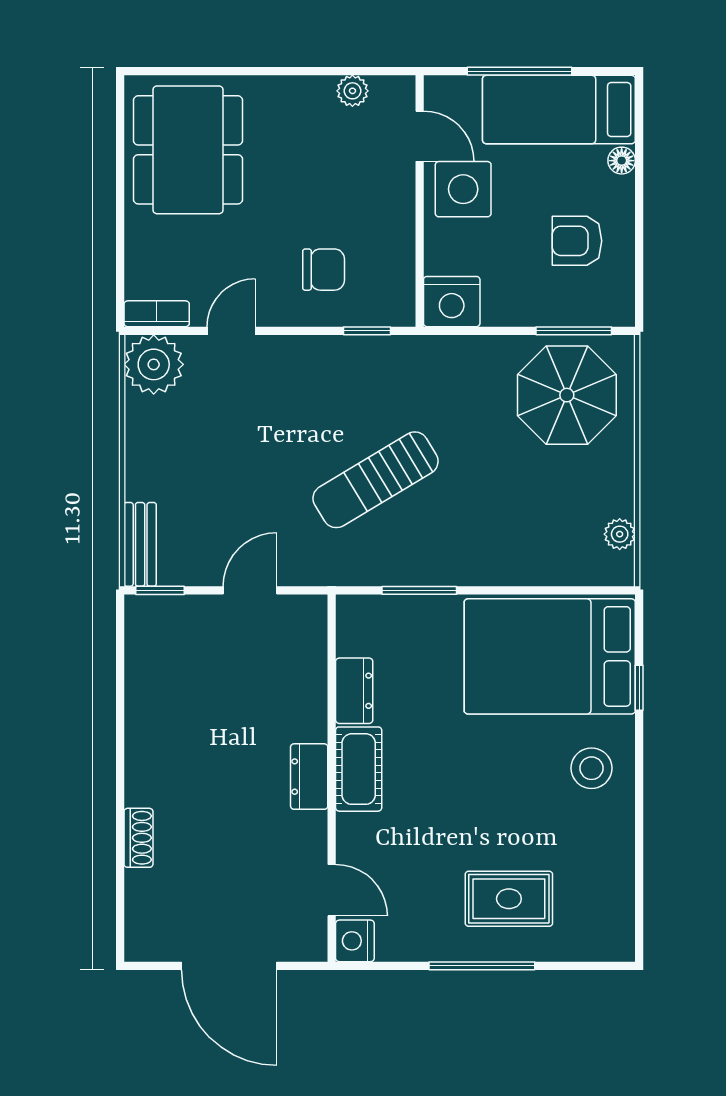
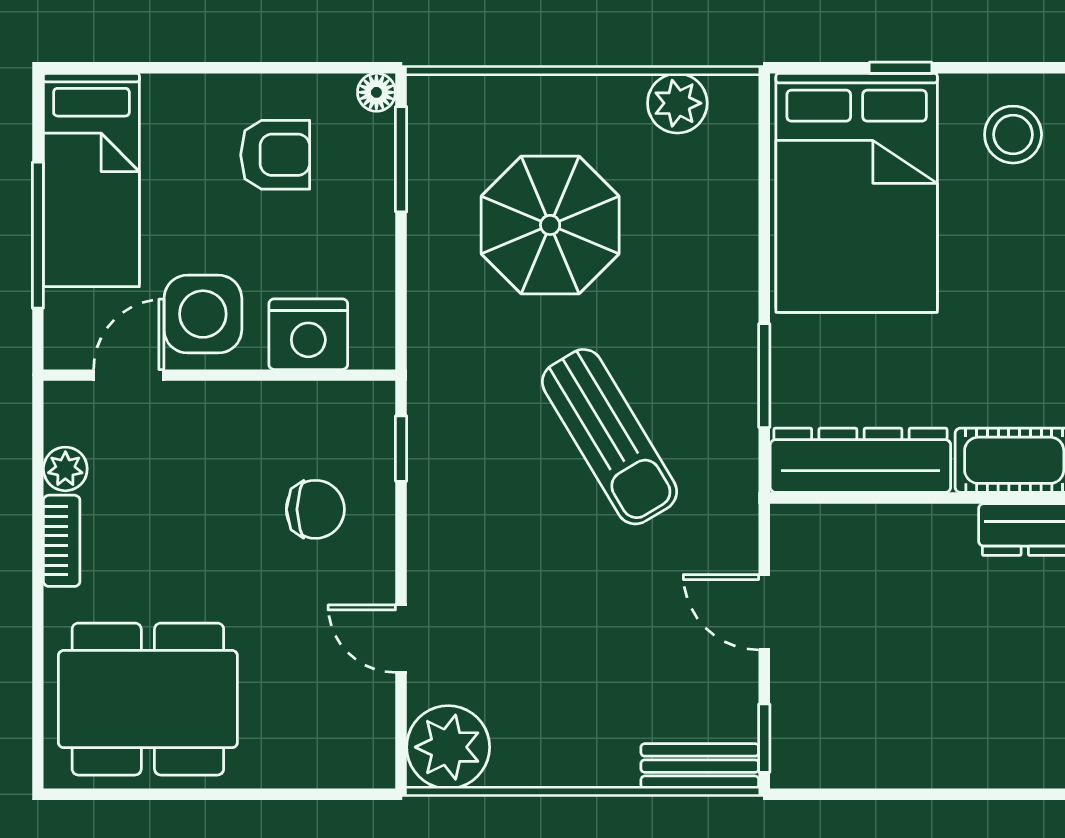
floor lamp: (622, 161) -> (376, 92), moved
armchair: (577, 241) -> (275, 155), turned -90
chair: (324, 270) -> (315, 509), turned 90
nightstand: (452, 302) -> (308, 334), moved, turned 90
bookcase: (157, 314) -> (62, 541), moved, turned 180
parasol: (567, 395) -> (550, 225), moved
plant: (620, 534) -> (677, 103), width x1.38, depth x1.38
dresser: (354, 691) -> (860, 460), width x1.96, depth x1.24

